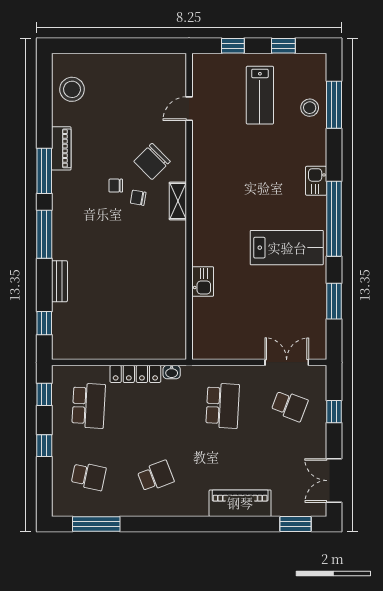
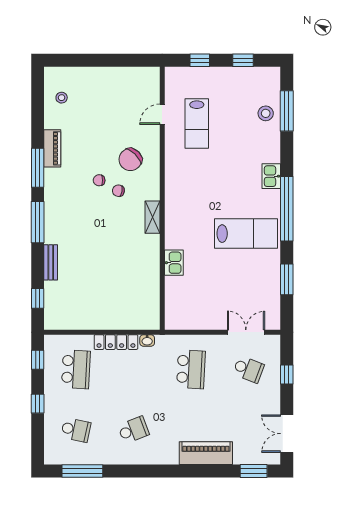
stool: (72, 89) -> (62, 98), width x0.53, depth x0.53
lab bench: (260, 95) -> (197, 124), moved
shelving: (178, 201) -> (152, 217), moved

